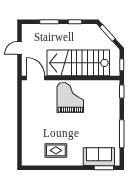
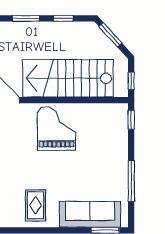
rug: (56, 150) -> (36, 205), turned 90
sofa: (99, 157) -> (90, 214), width x1.36

